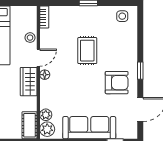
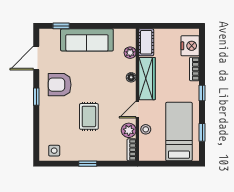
floor lamp: (45, 75) -> (131, 77), moved
wardrobe: (29, 82) -> (147, 79), width x1.50
plant: (47, 129) -> (129, 130), moved

